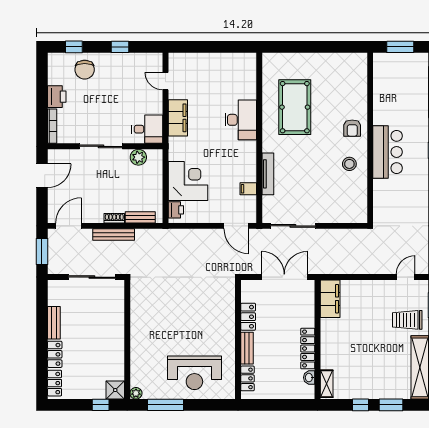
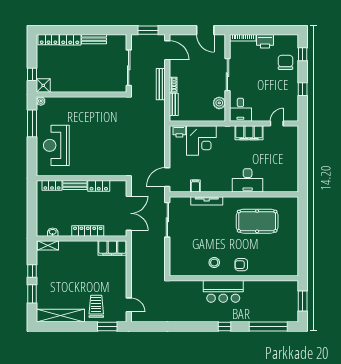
chair: (85, 70) -> (285, 62), turned 90
locker: (308, 349) -> (88, 231), moved

